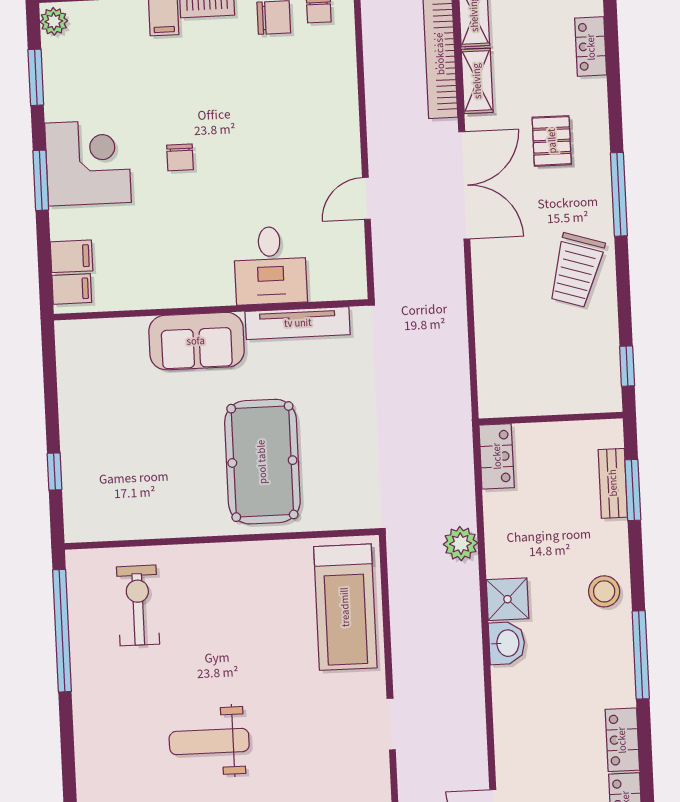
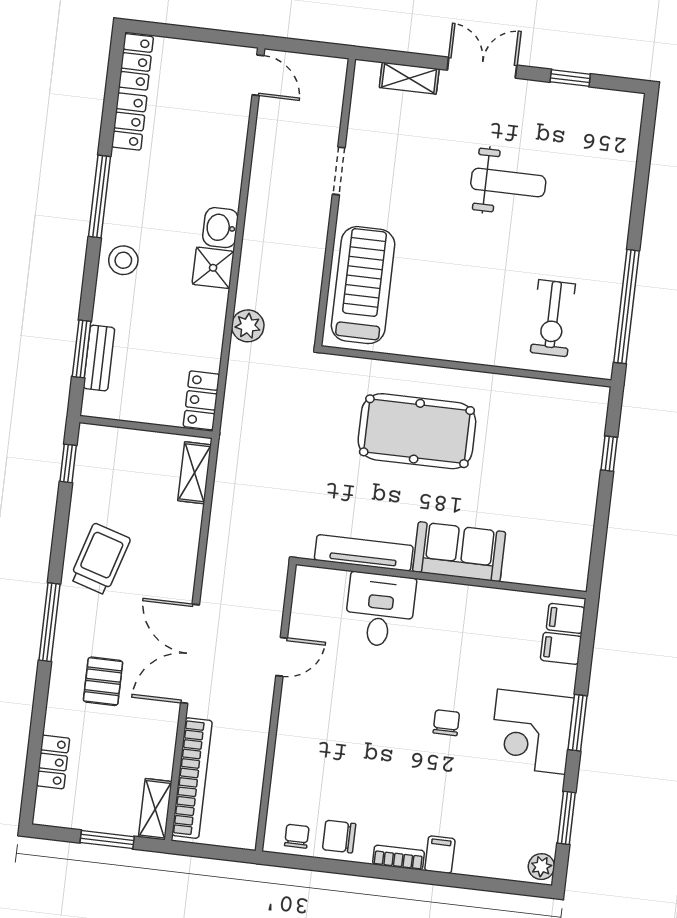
shelving: (477, 81) -> (195, 473), moved
pool table: (262, 462) -> (417, 431), turned 90

